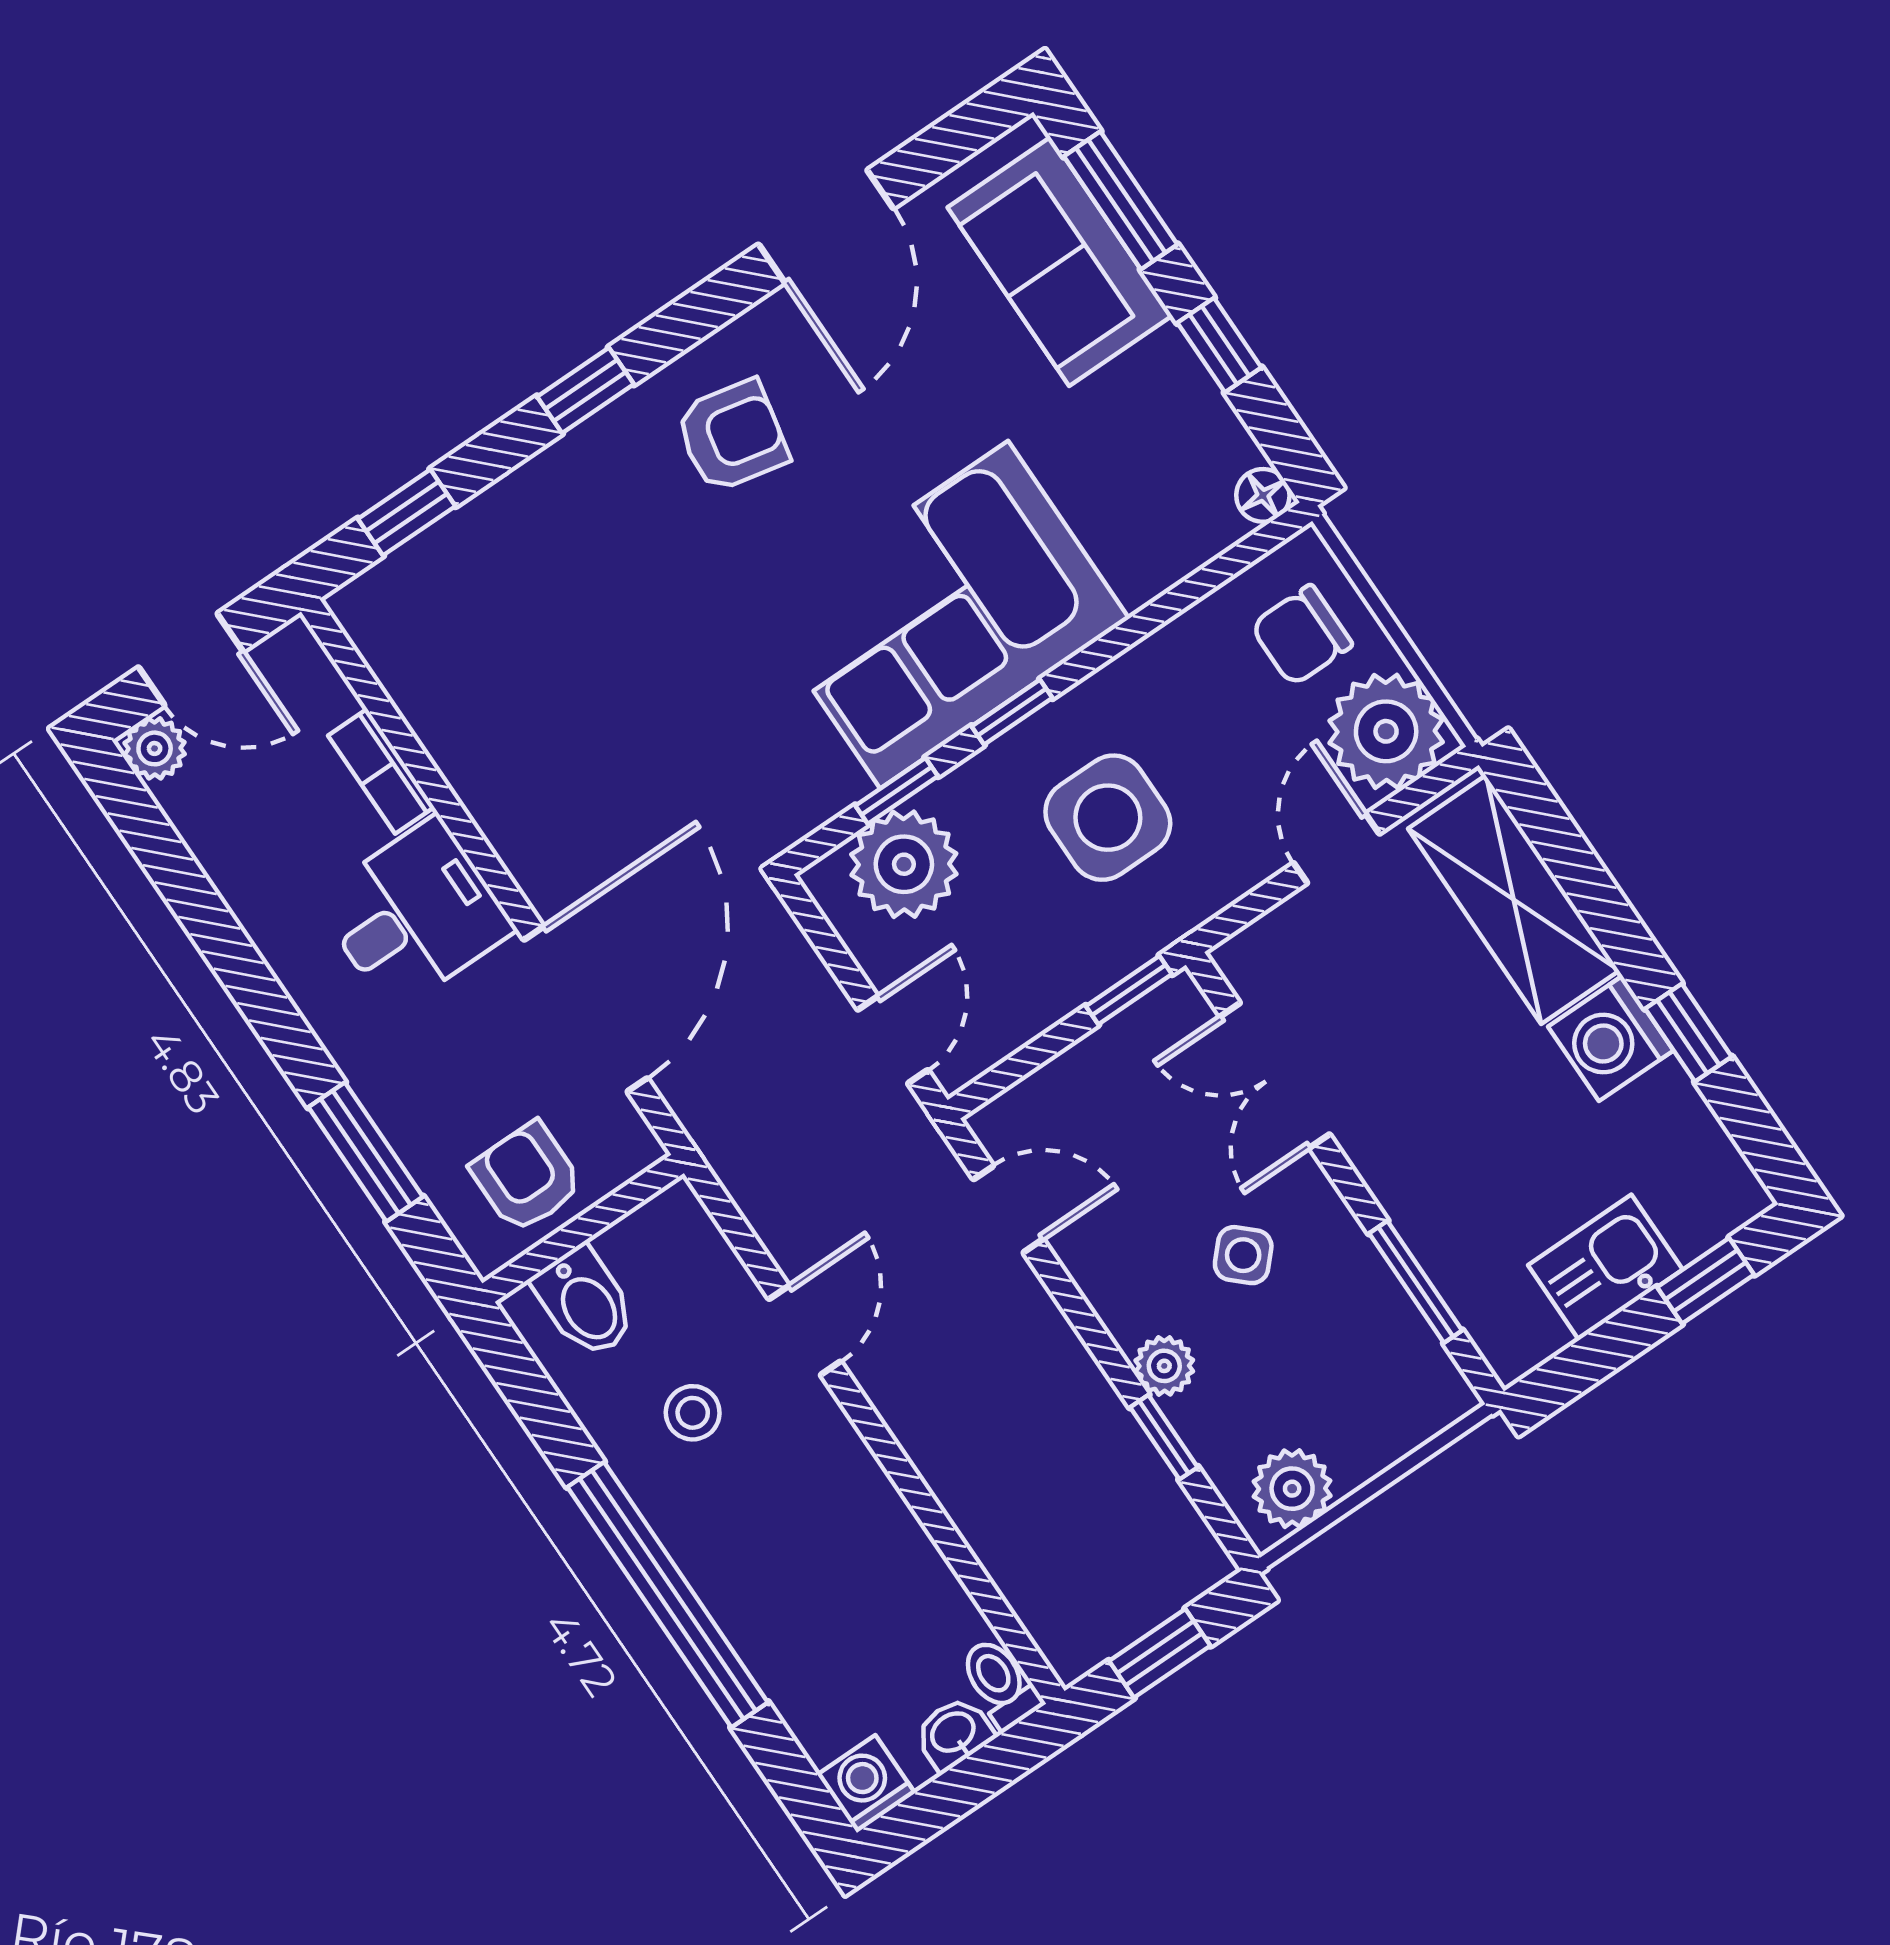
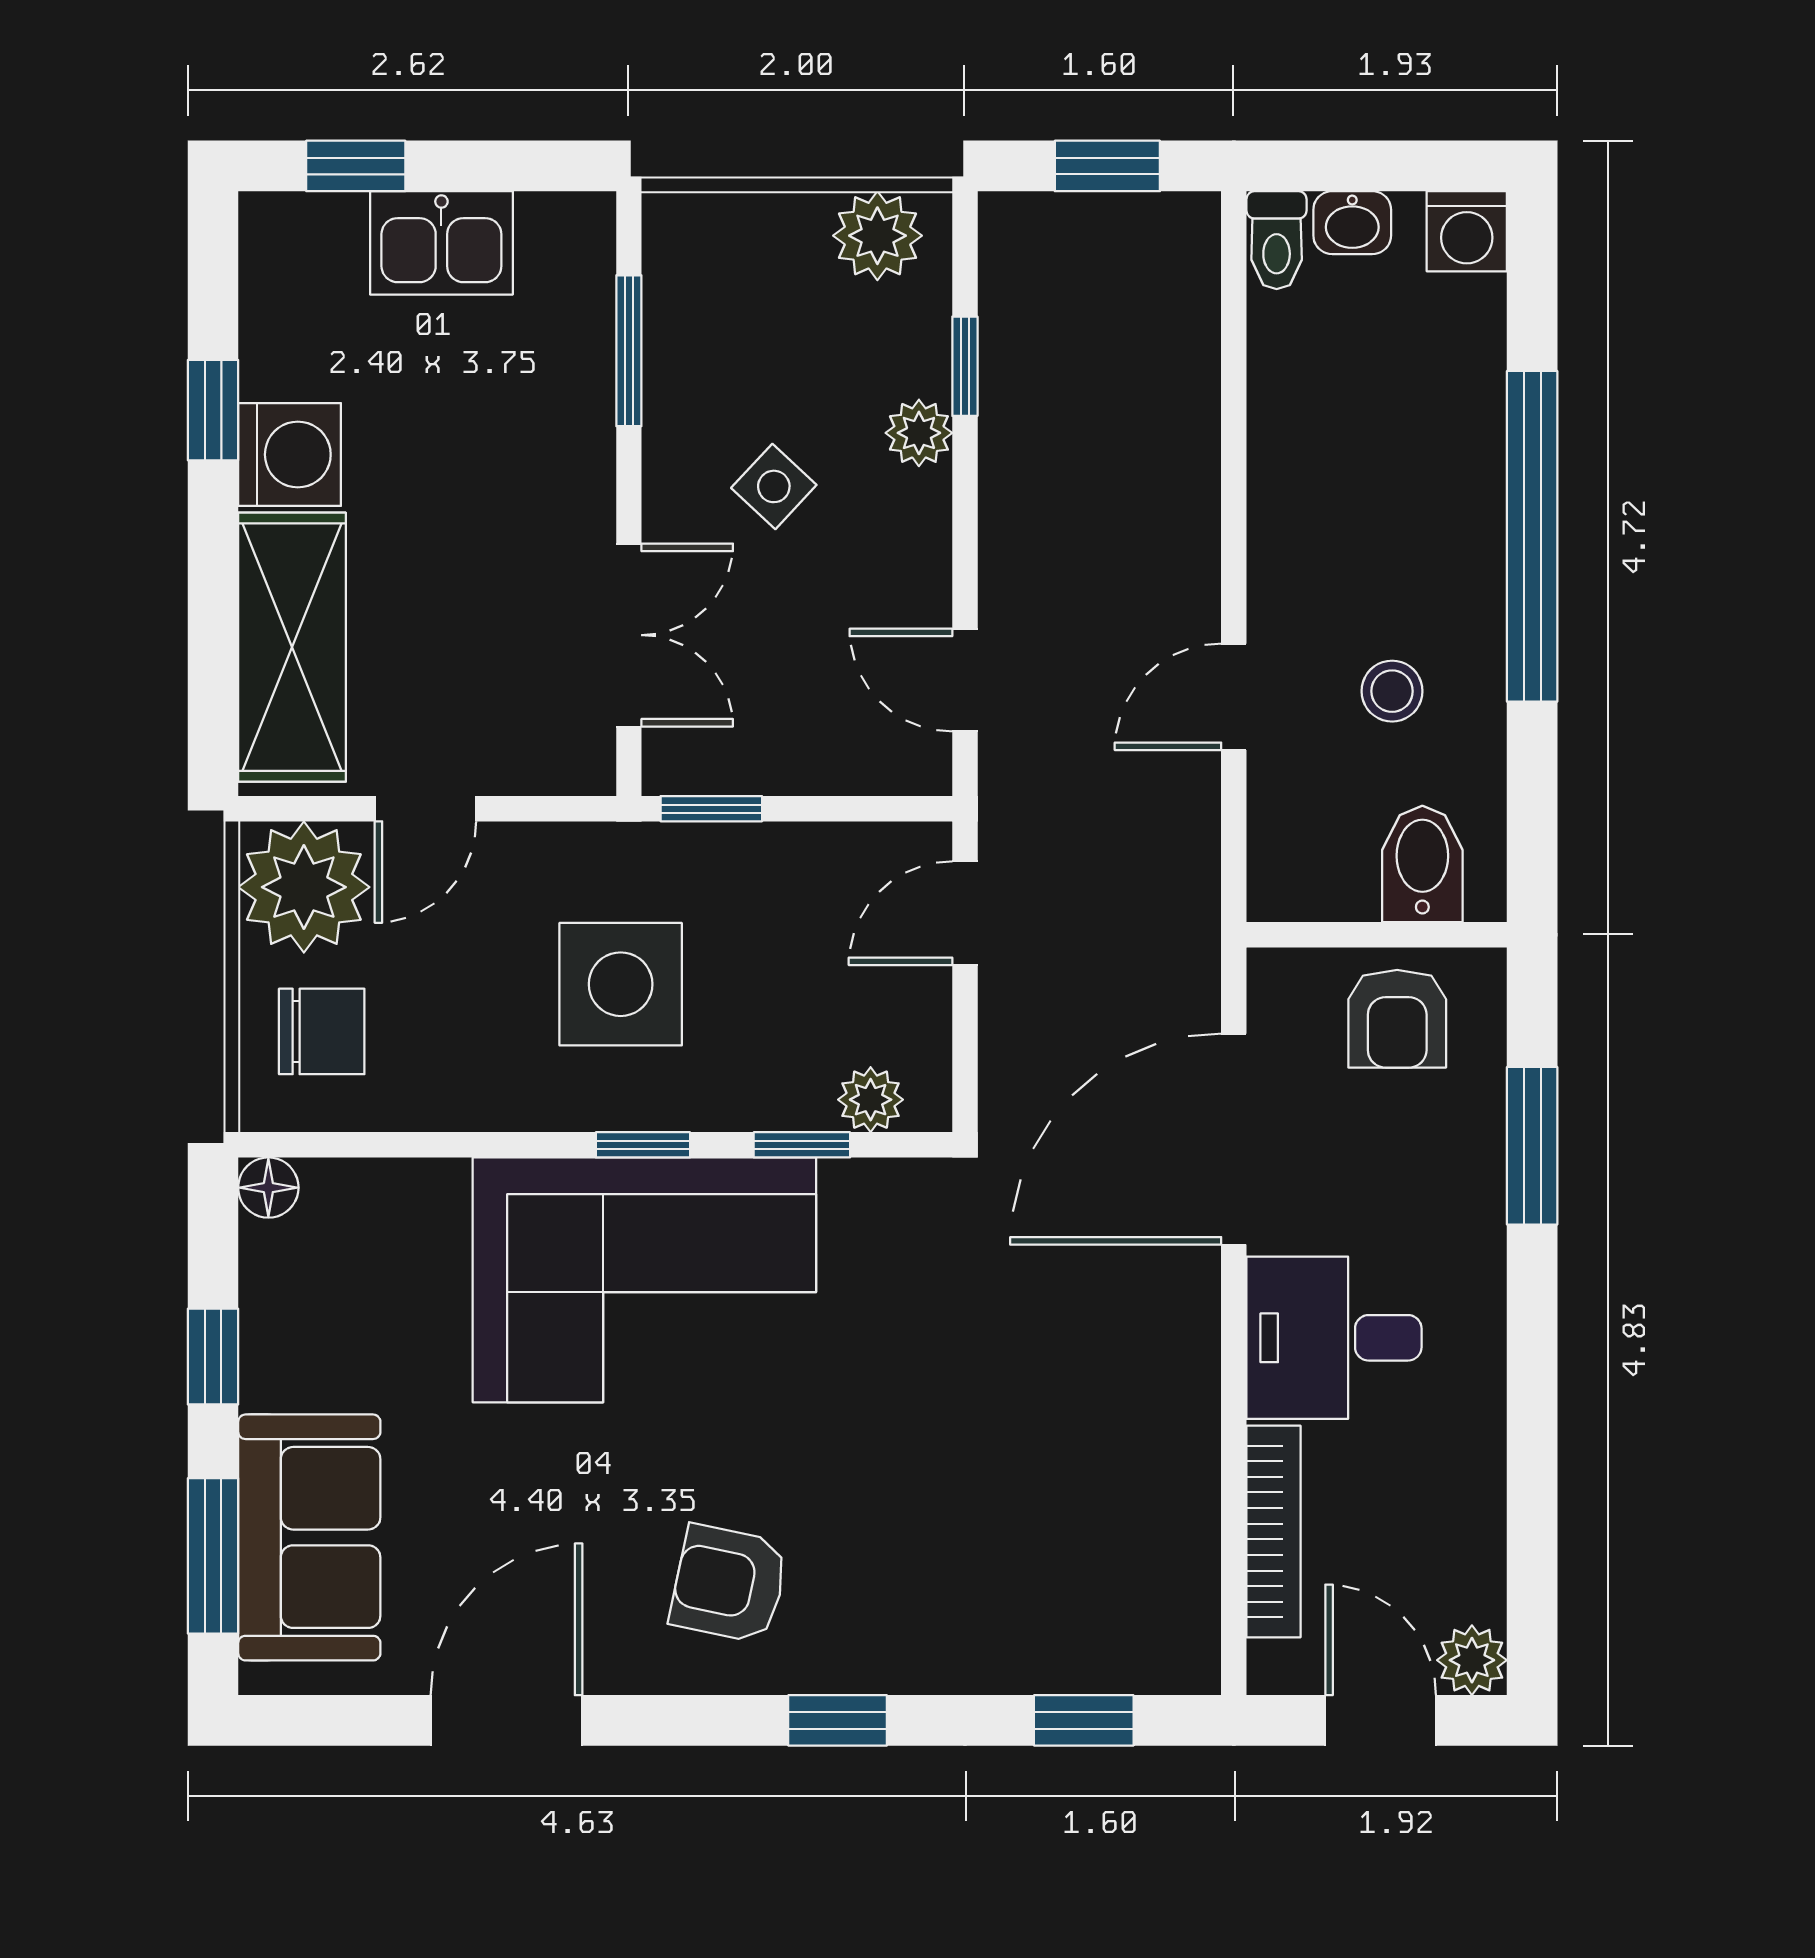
bookcase: (381, 771) -> (1274, 1532), width x1.56
plant: (904, 864) -> (871, 1100), width x0.53, depth x0.53

